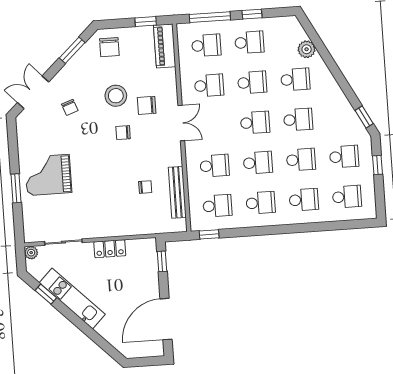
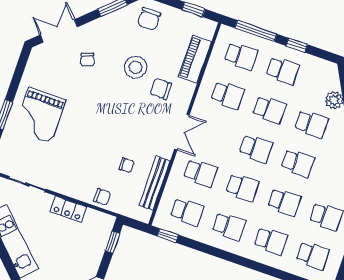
piano: (165, 46) -> (195, 59), moved
double door: (181, 123) -> (182, 132), moved
chair: (123, 133) -> (102, 197), moved, turned 180
grand piano: (48, 175) -> (40, 115), turned -90

